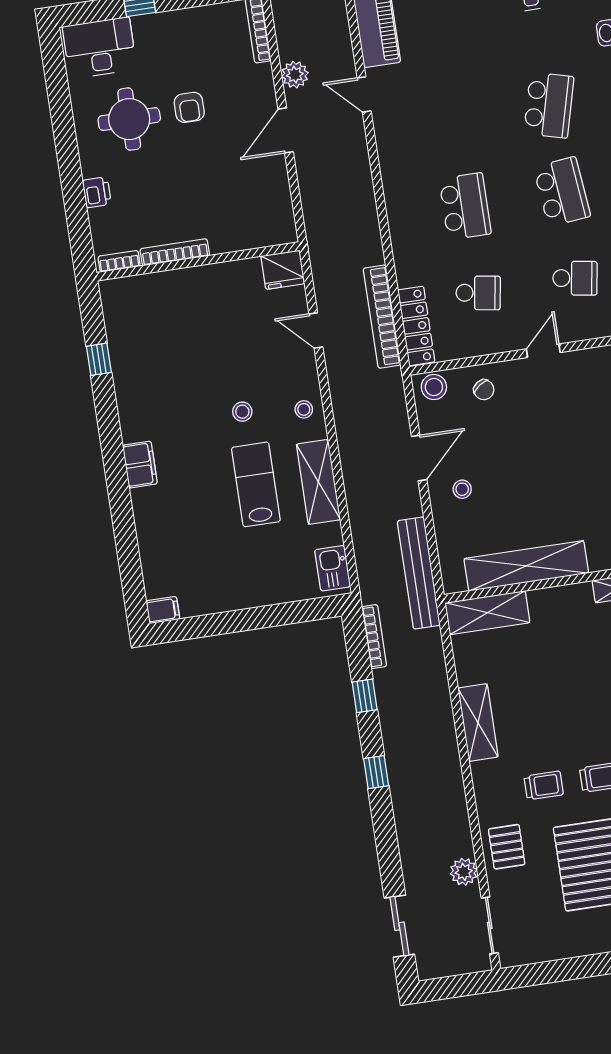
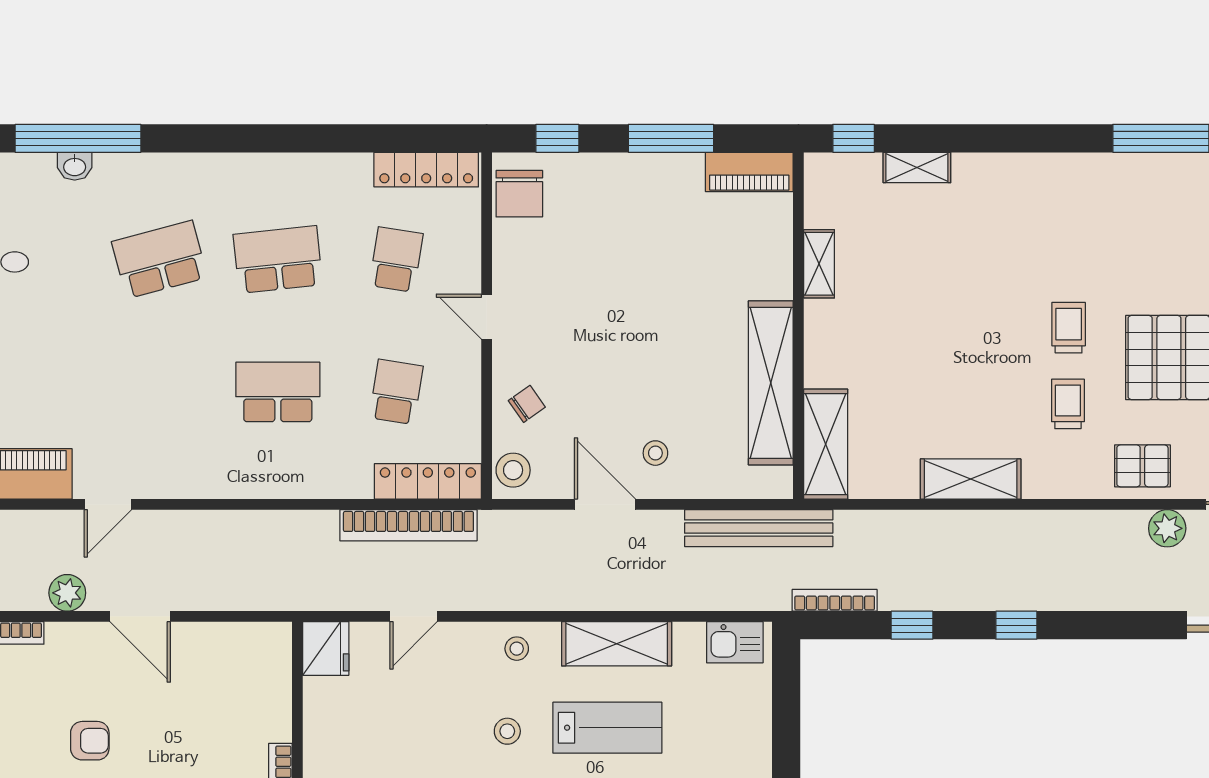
school desk: (549, 105) -> (160, 260), turned -30
lab bench: (256, 484) -> (607, 728), turned 180

